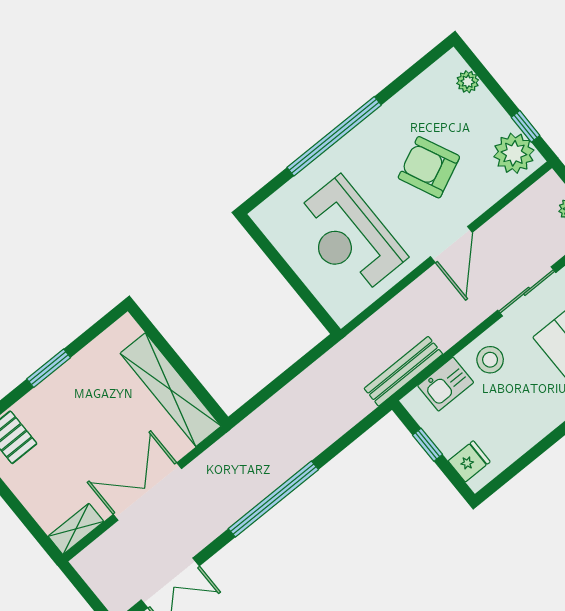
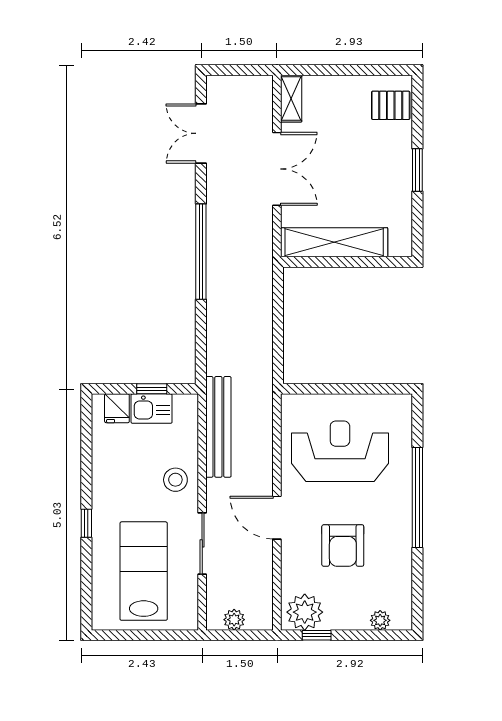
armchair: (429, 167) -> (343, 546), turned 115
bench: (403, 371) -> (218, 427), width x1.37, depth x1.21
kitchen sink: (446, 384) -> (152, 409), moved, turned -90

